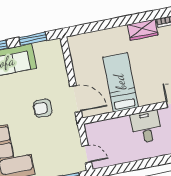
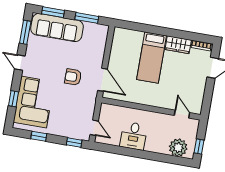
bed: (120, 82) -> (152, 58), moved, turned 180
desk: (146, 127) -> (134, 136), moved, turned 180

